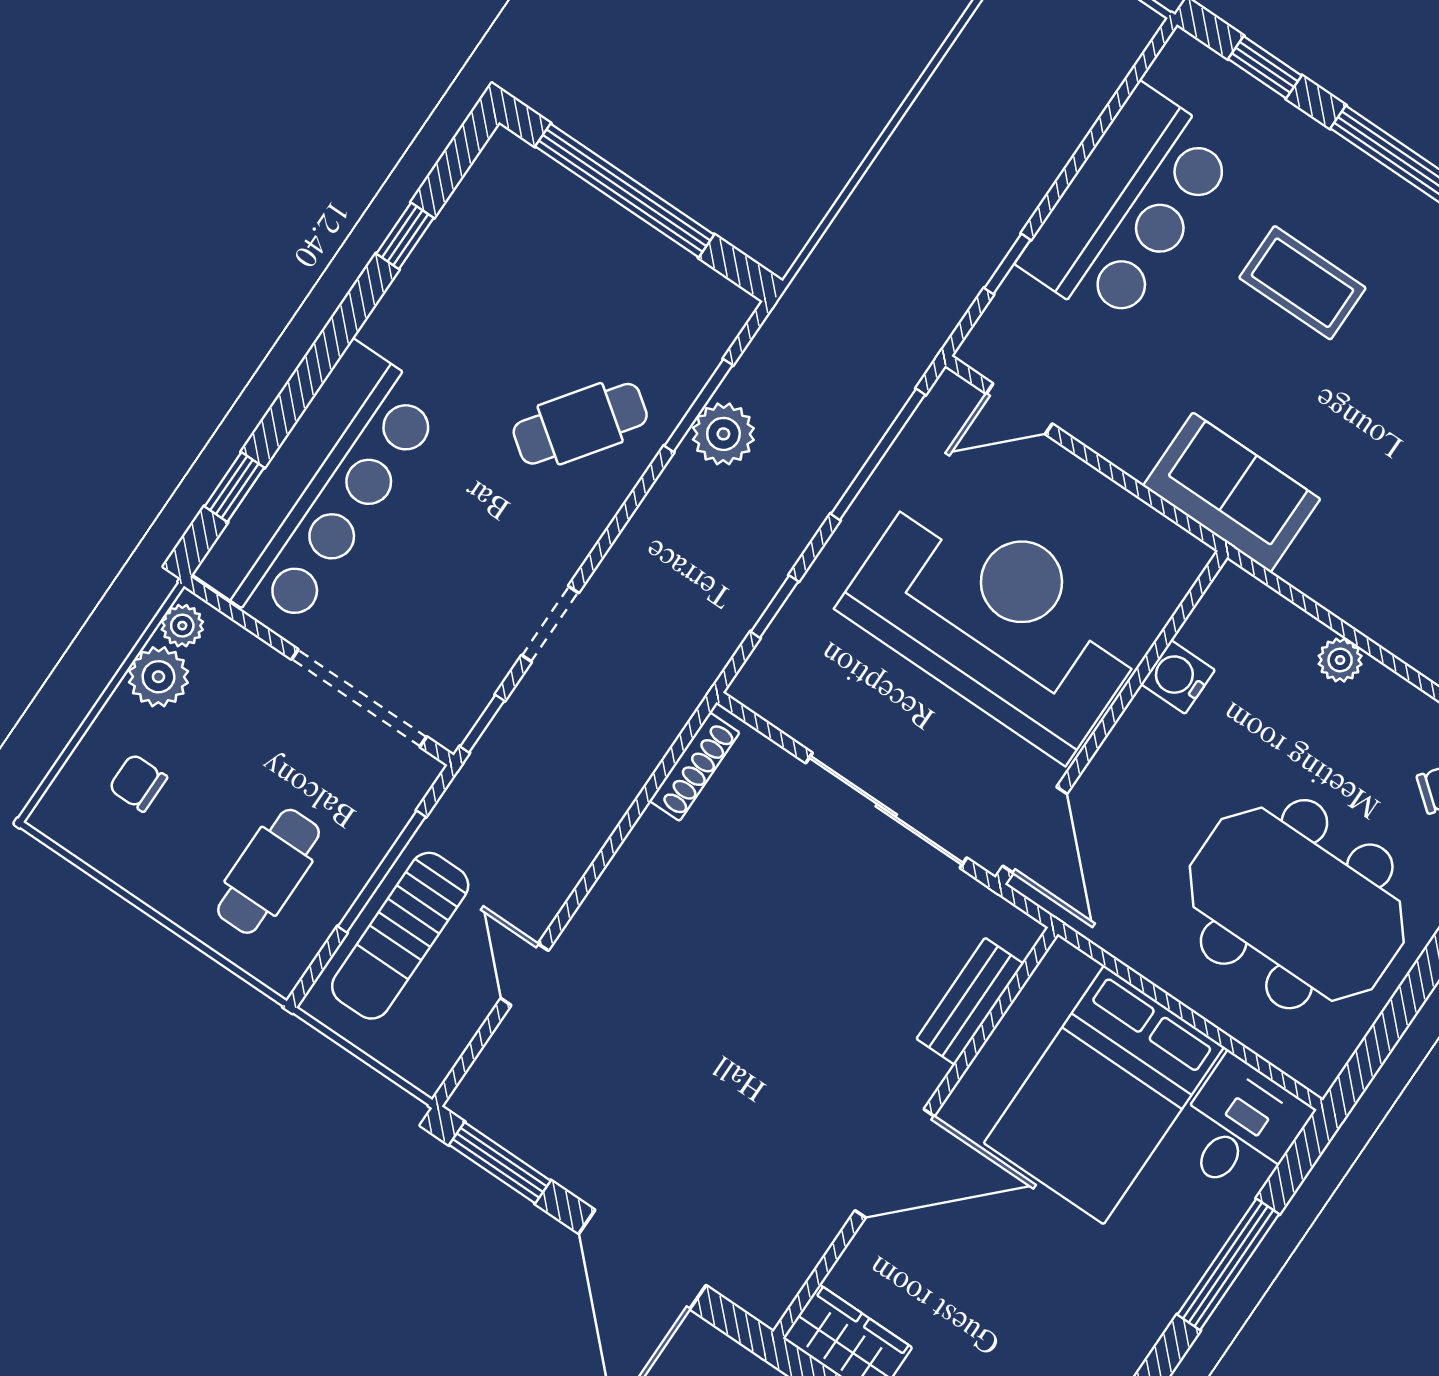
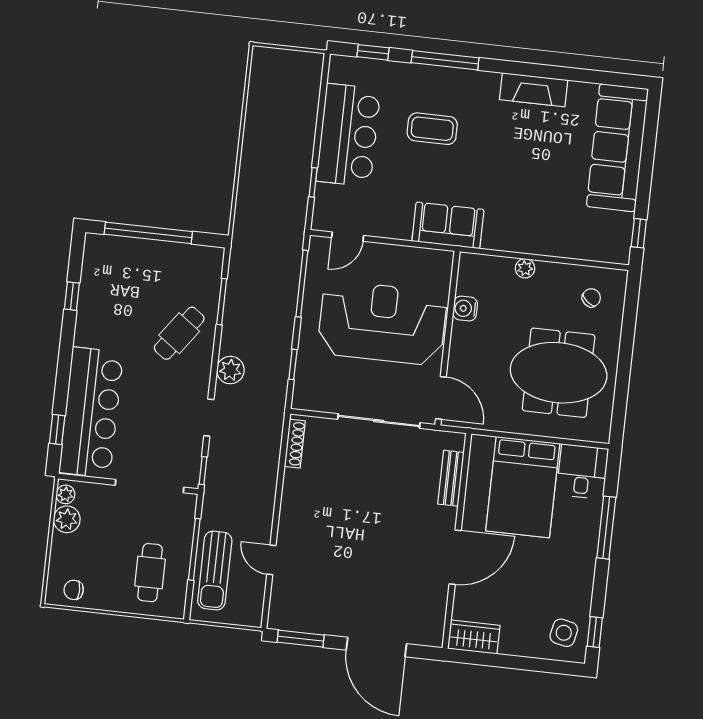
plant: (723, 434) -> (230, 370), moved
chair: (138, 783) -> (74, 590), moved

